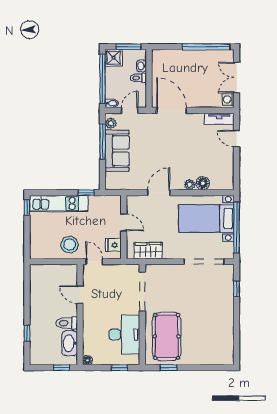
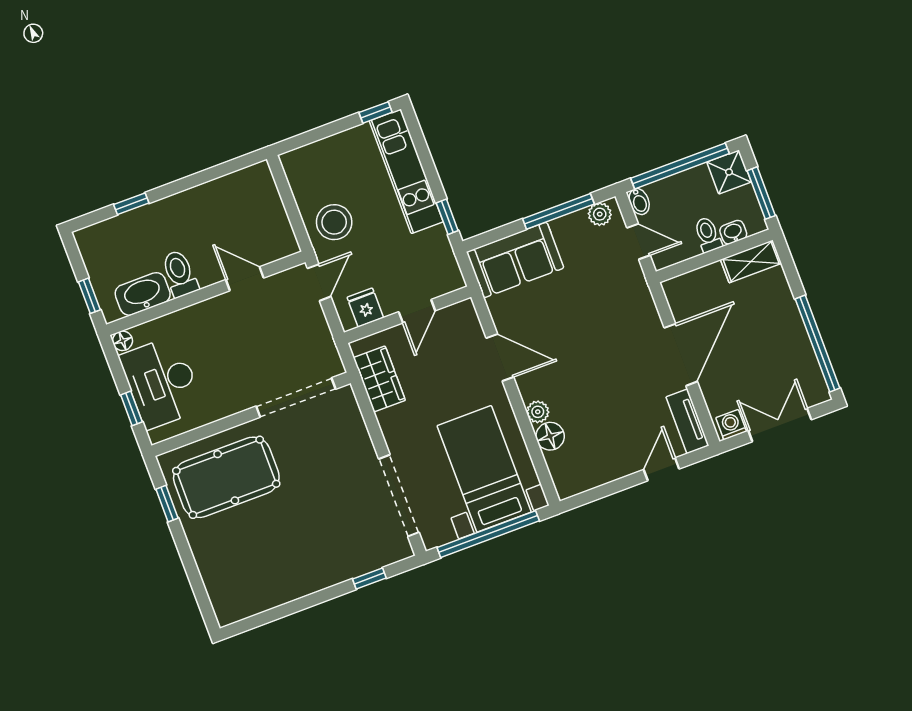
shelving: (158, 63) -> (751, 261), added
door: (172, 110) -> (681, 355), moved
sofa: (117, 151) -> (515, 260), moved
door: (80, 295) -> (245, 279), hinge flipped
desk: (124, 335) -> (161, 382), moved, turned 90

